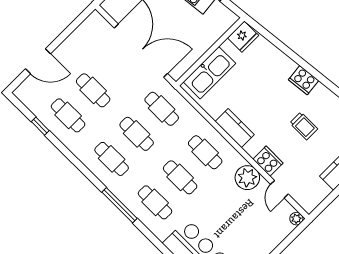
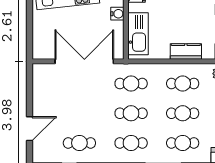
water cooler: (209, 38) -> (117, 14), added
cafe table: (93, 90) -> (79, 113), removed

